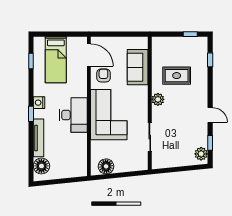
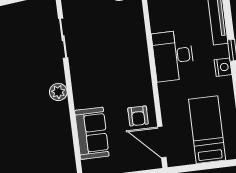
rug: (177, 76) -> (36, 128), removed
corner sofa: (109, 115) -> (124, 62), removed

